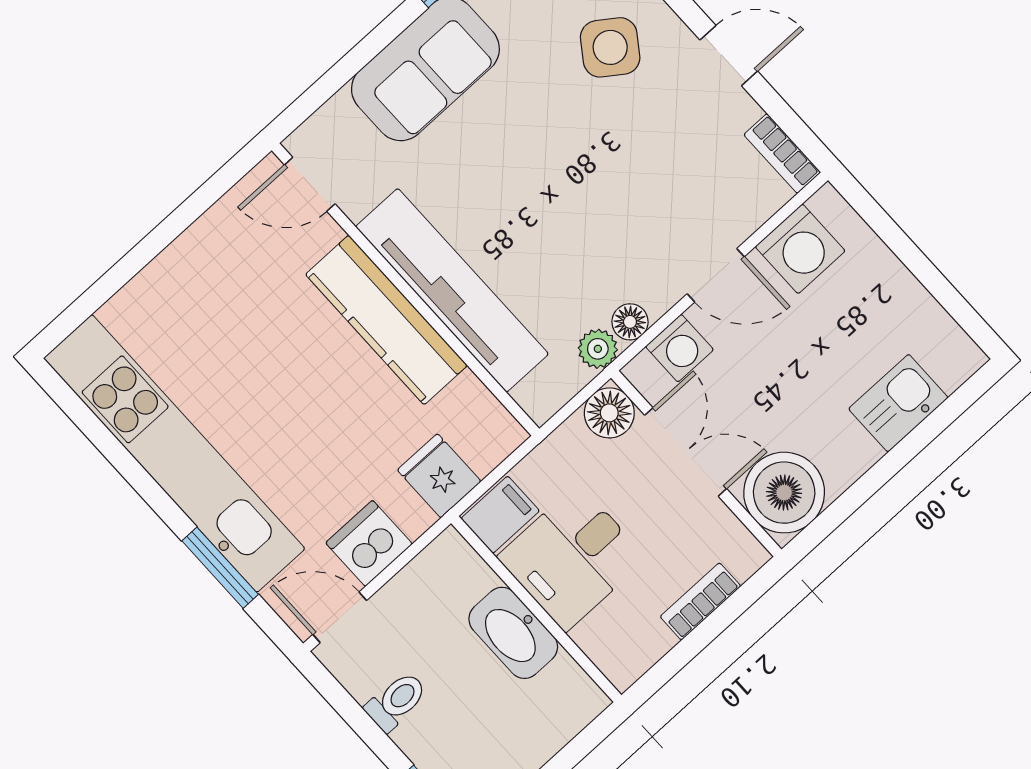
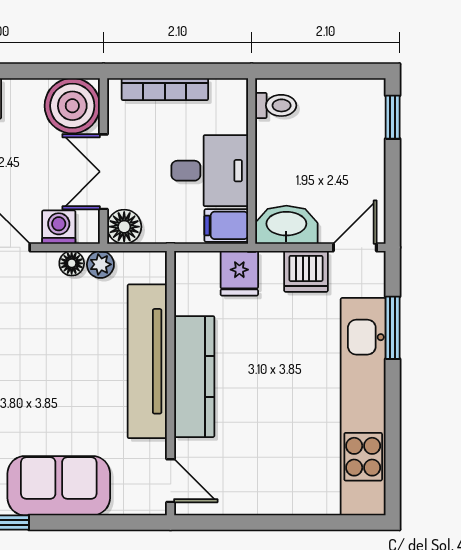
bookcase: (700, 601) -> (165, 89), width x1.56
door: (340, 617) -> (355, 247), swing flipped
washbasin: (513, 633) -> (286, 225), moved, turned -90
toilet: (396, 701) -> (276, 105), moved, turned 180

